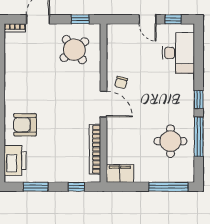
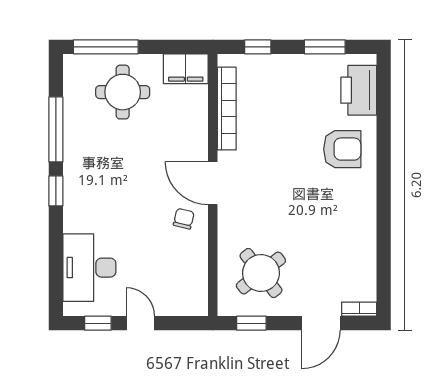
round table: (170, 141) -> (123, 92), moved

